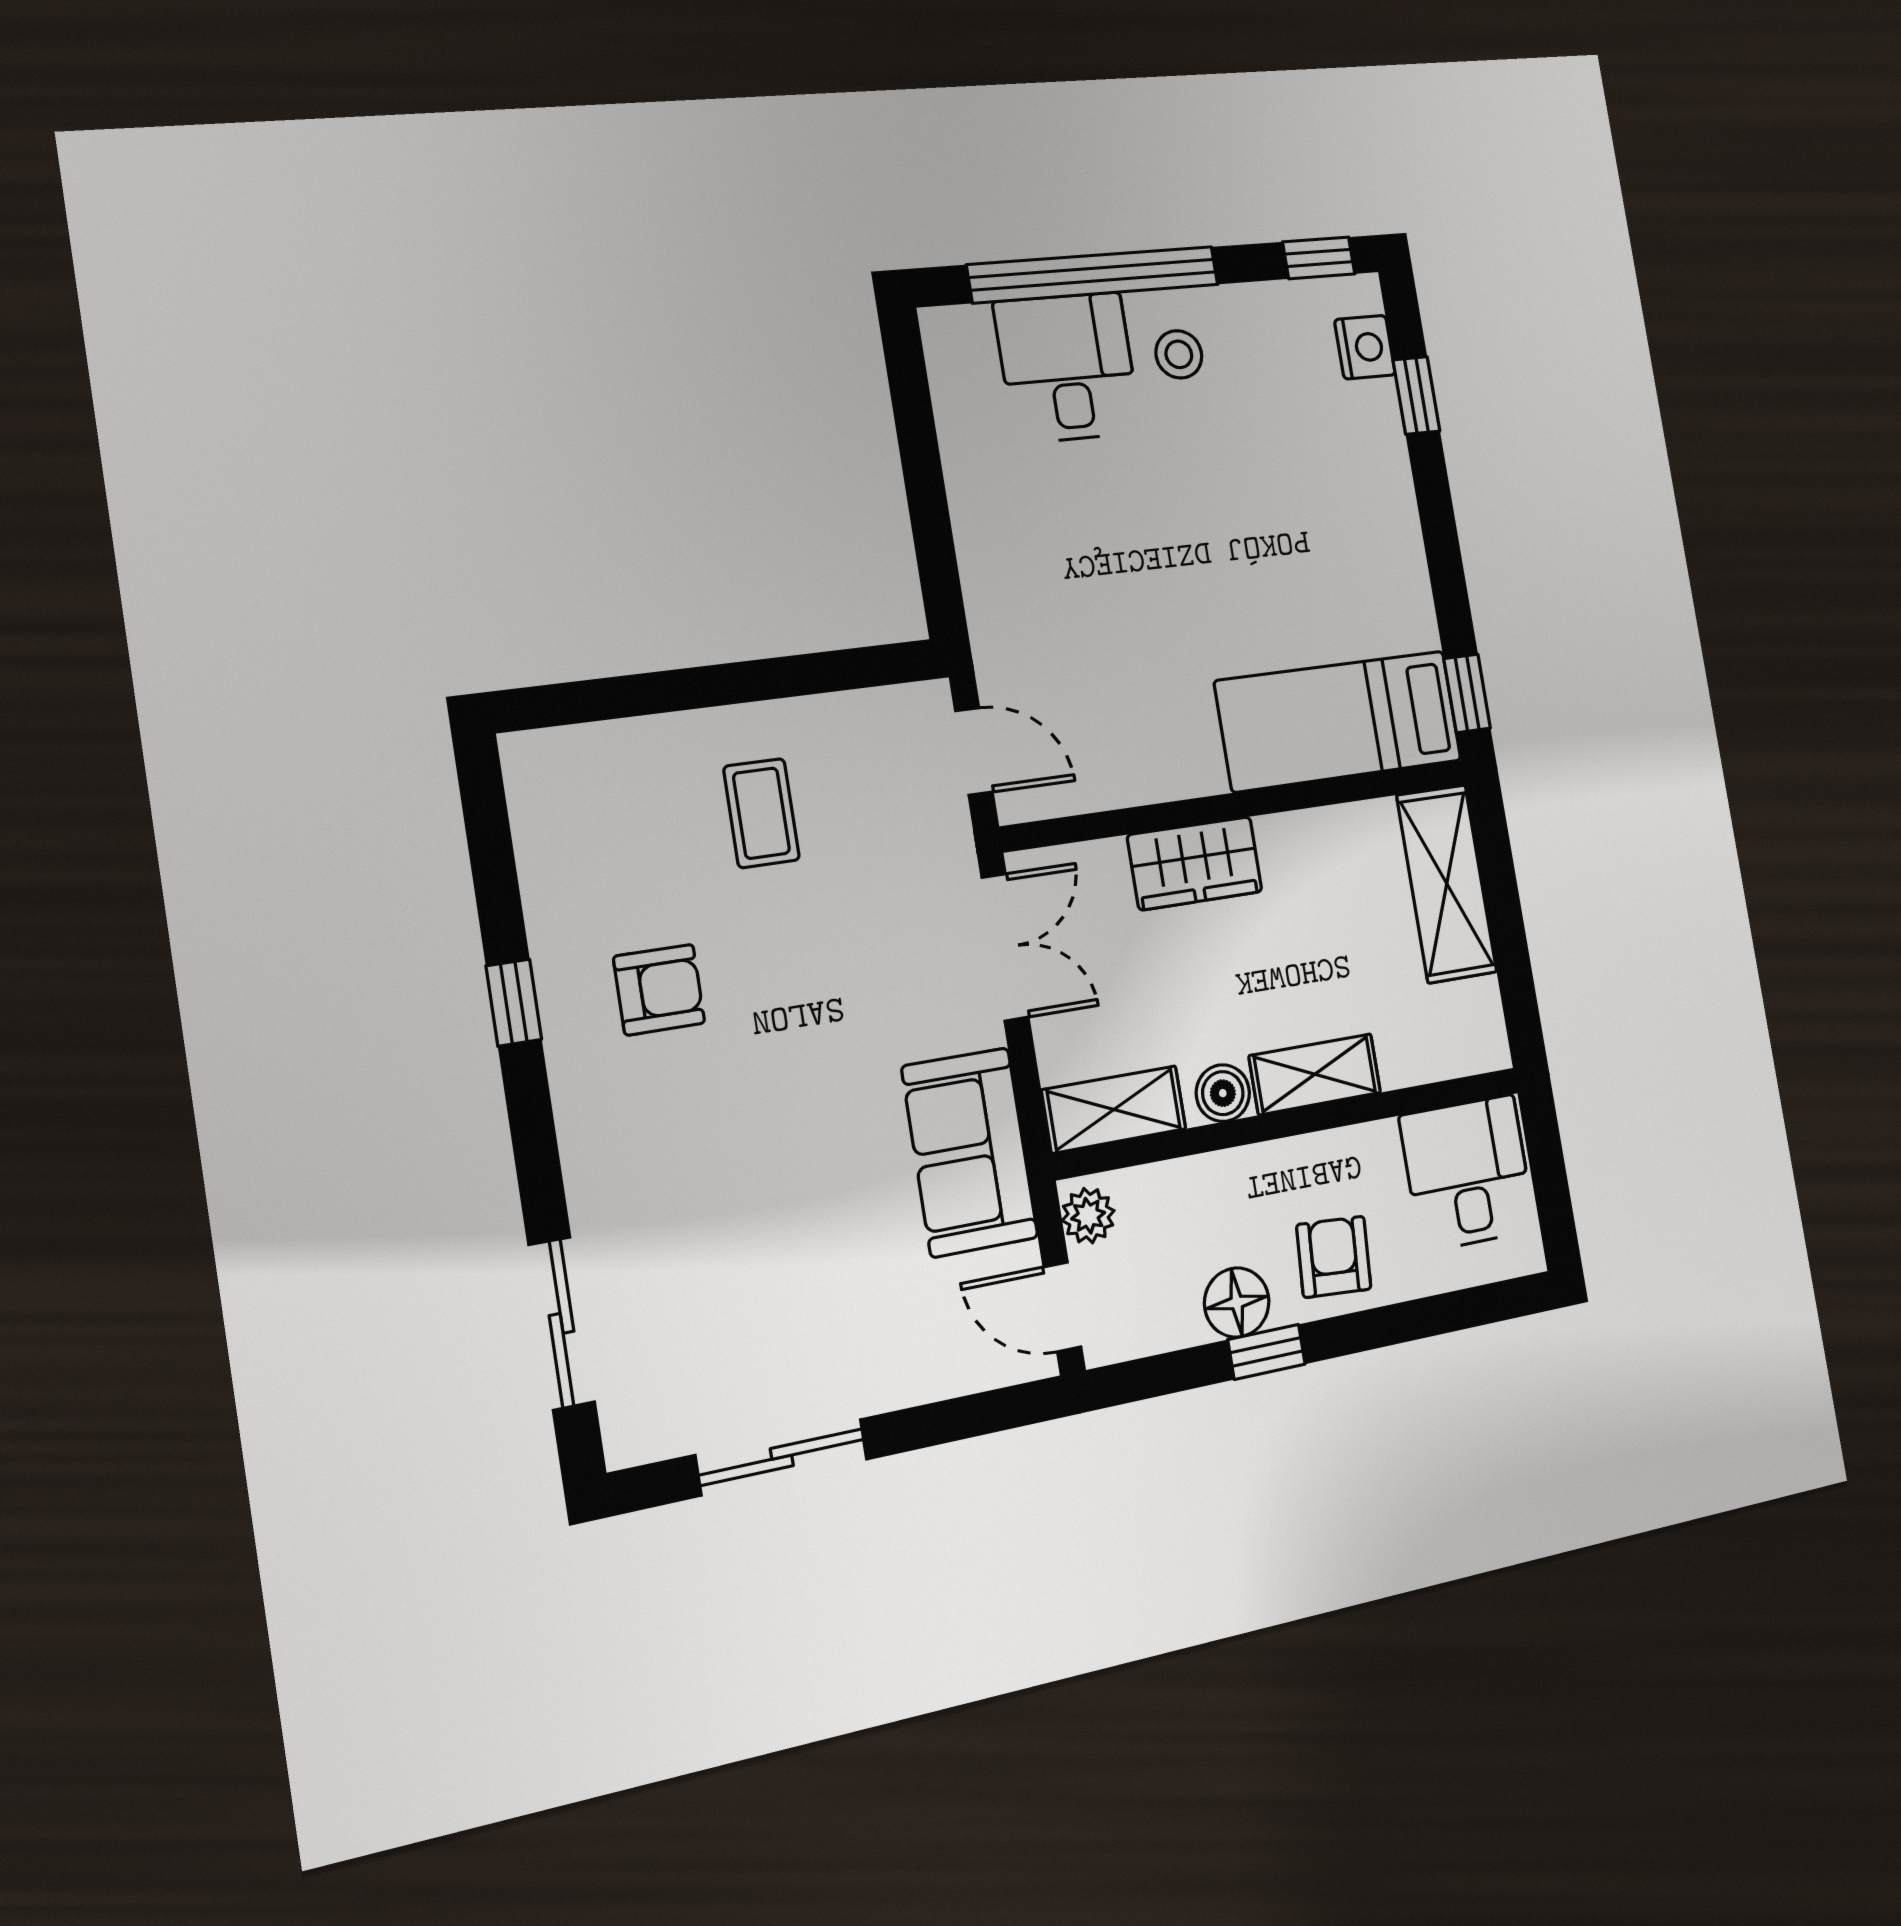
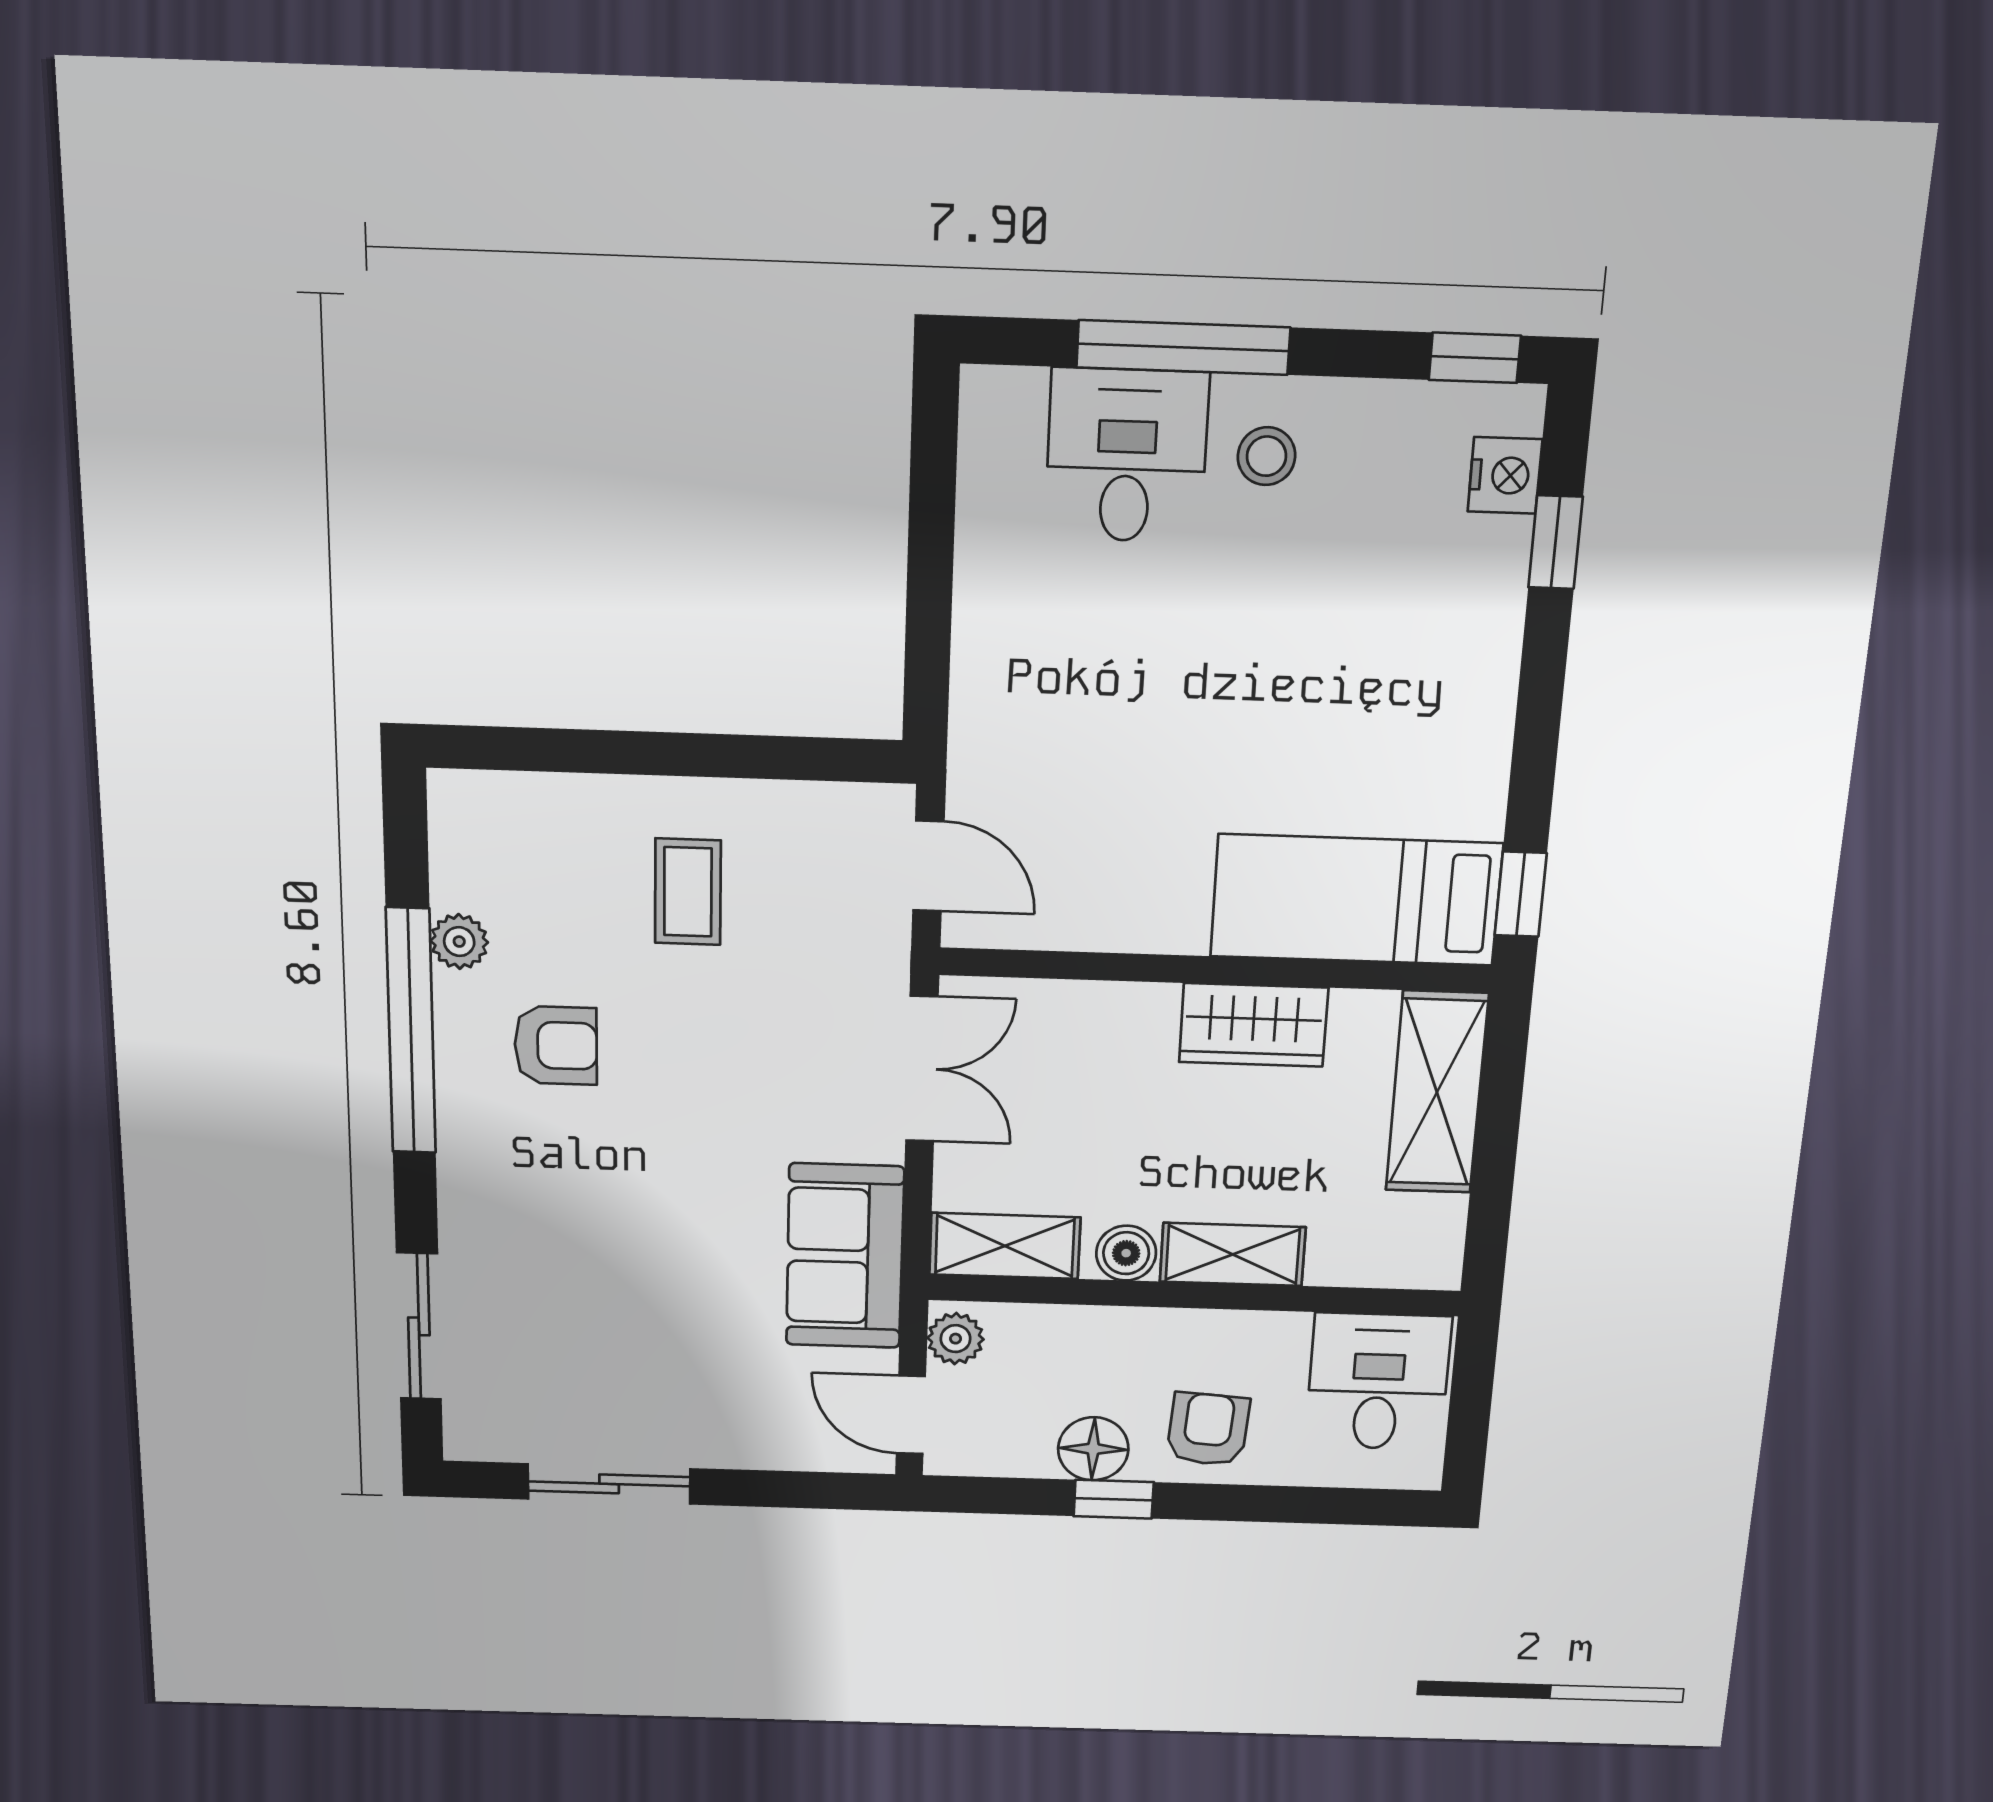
window: (1094, 275) -> (1183, 347), width x0.68
wardrobe: (1195, 863) -> (1253, 1025), moved
plant: (550, 901) -> (459, 942), added
window: (514, 1003) -> (411, 1031), width x3.17

